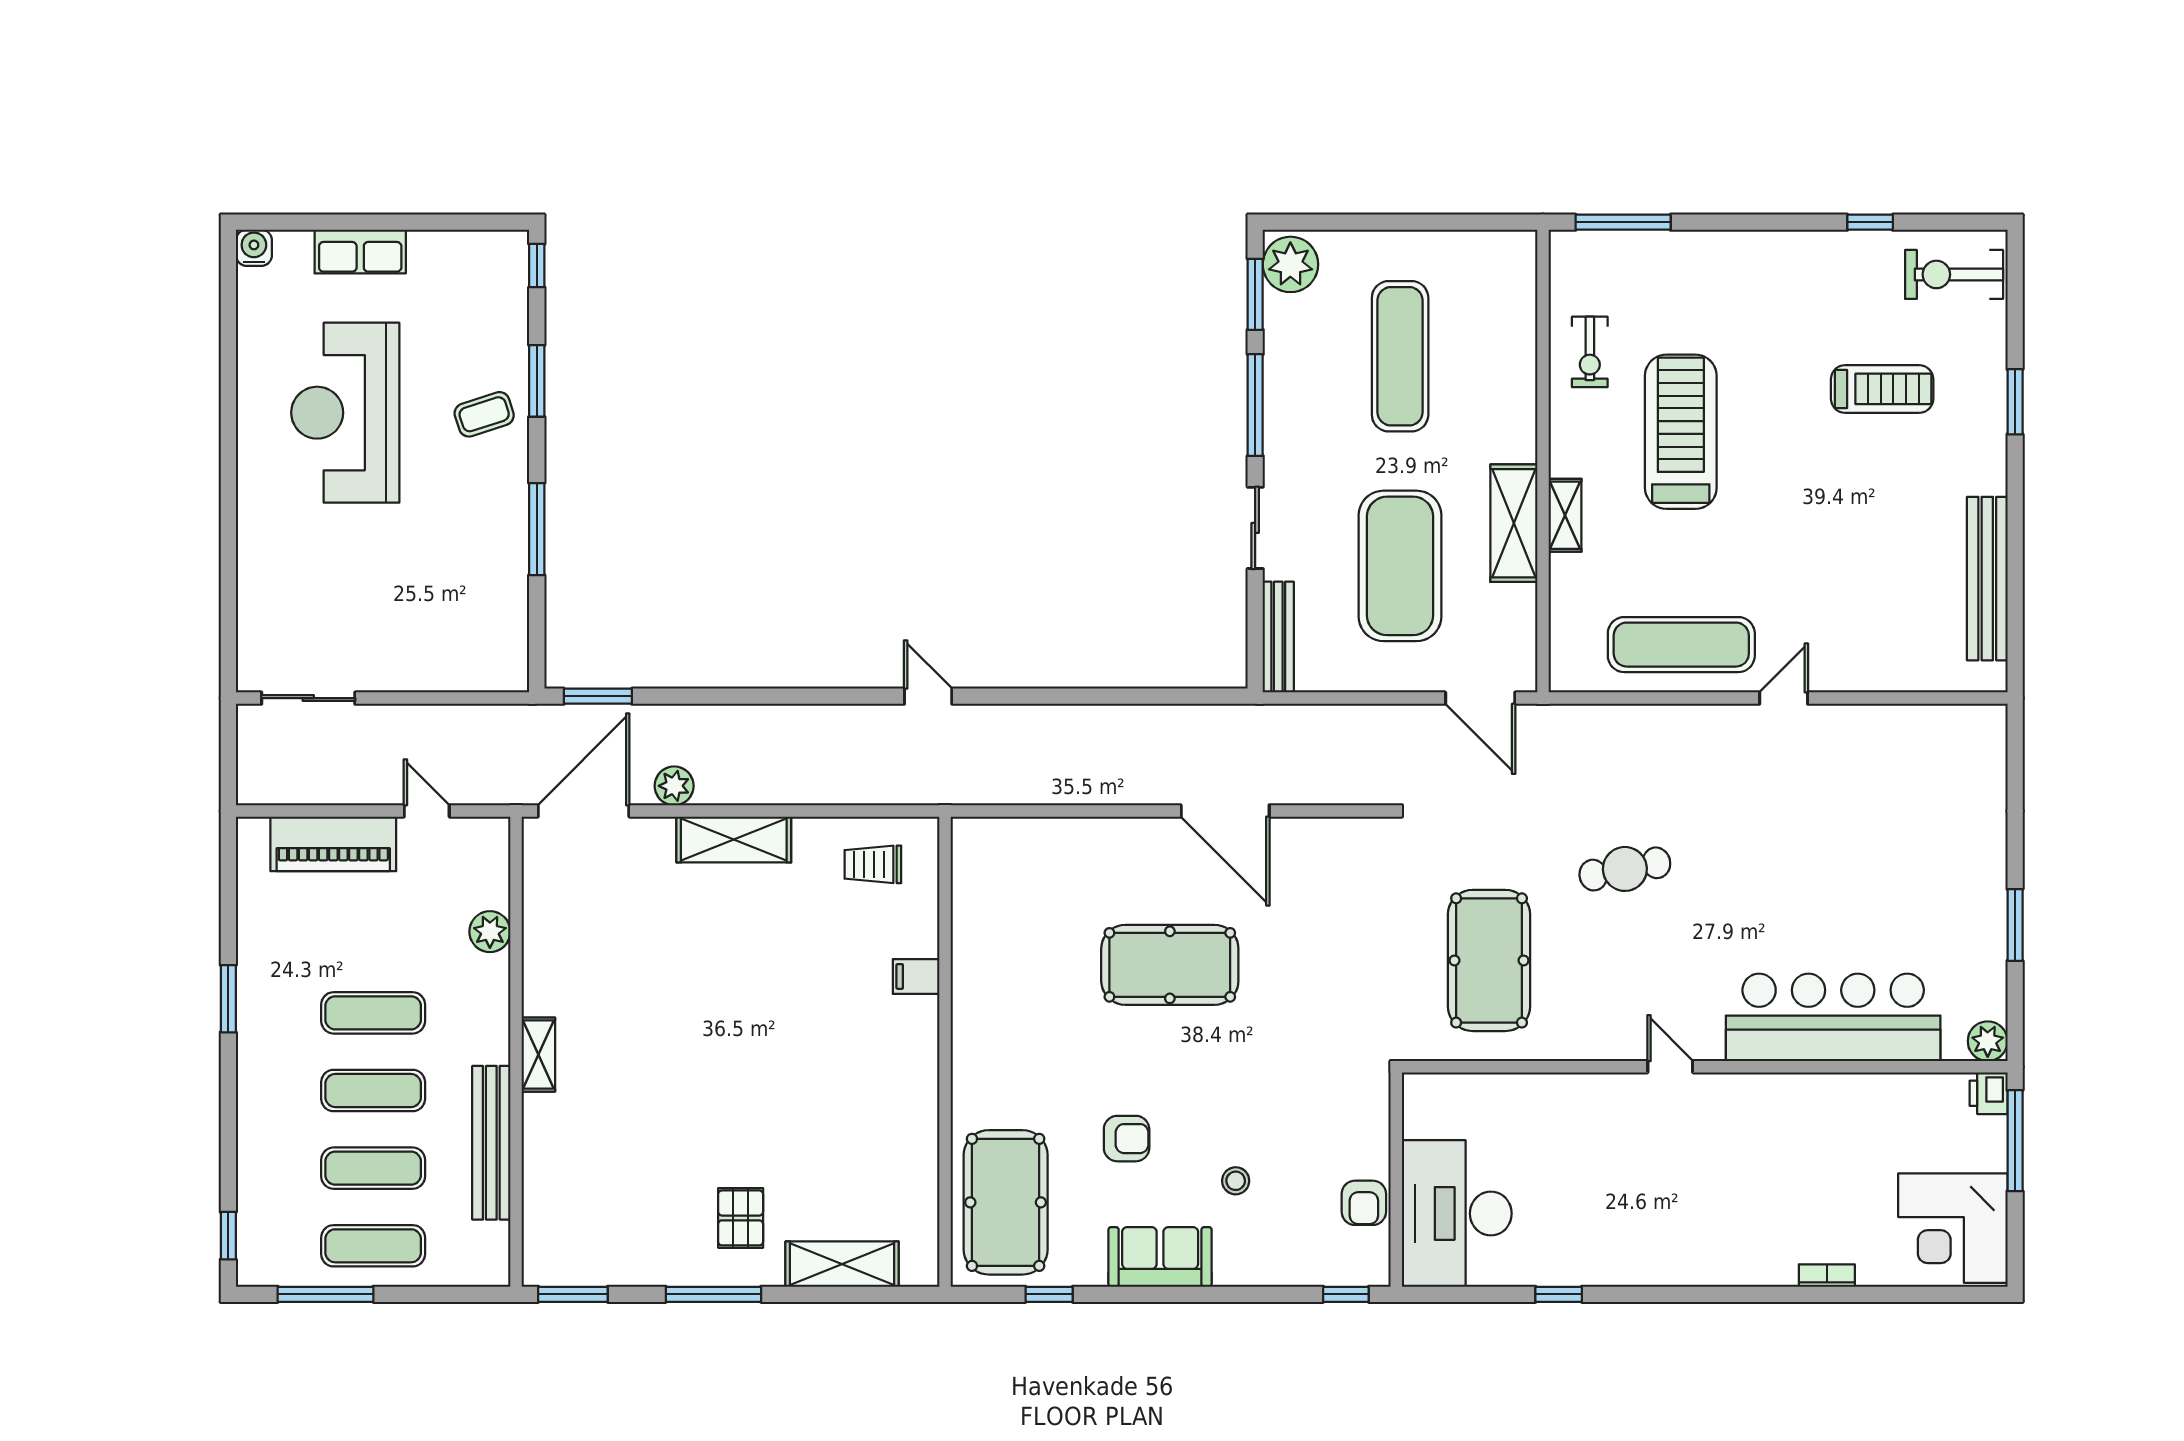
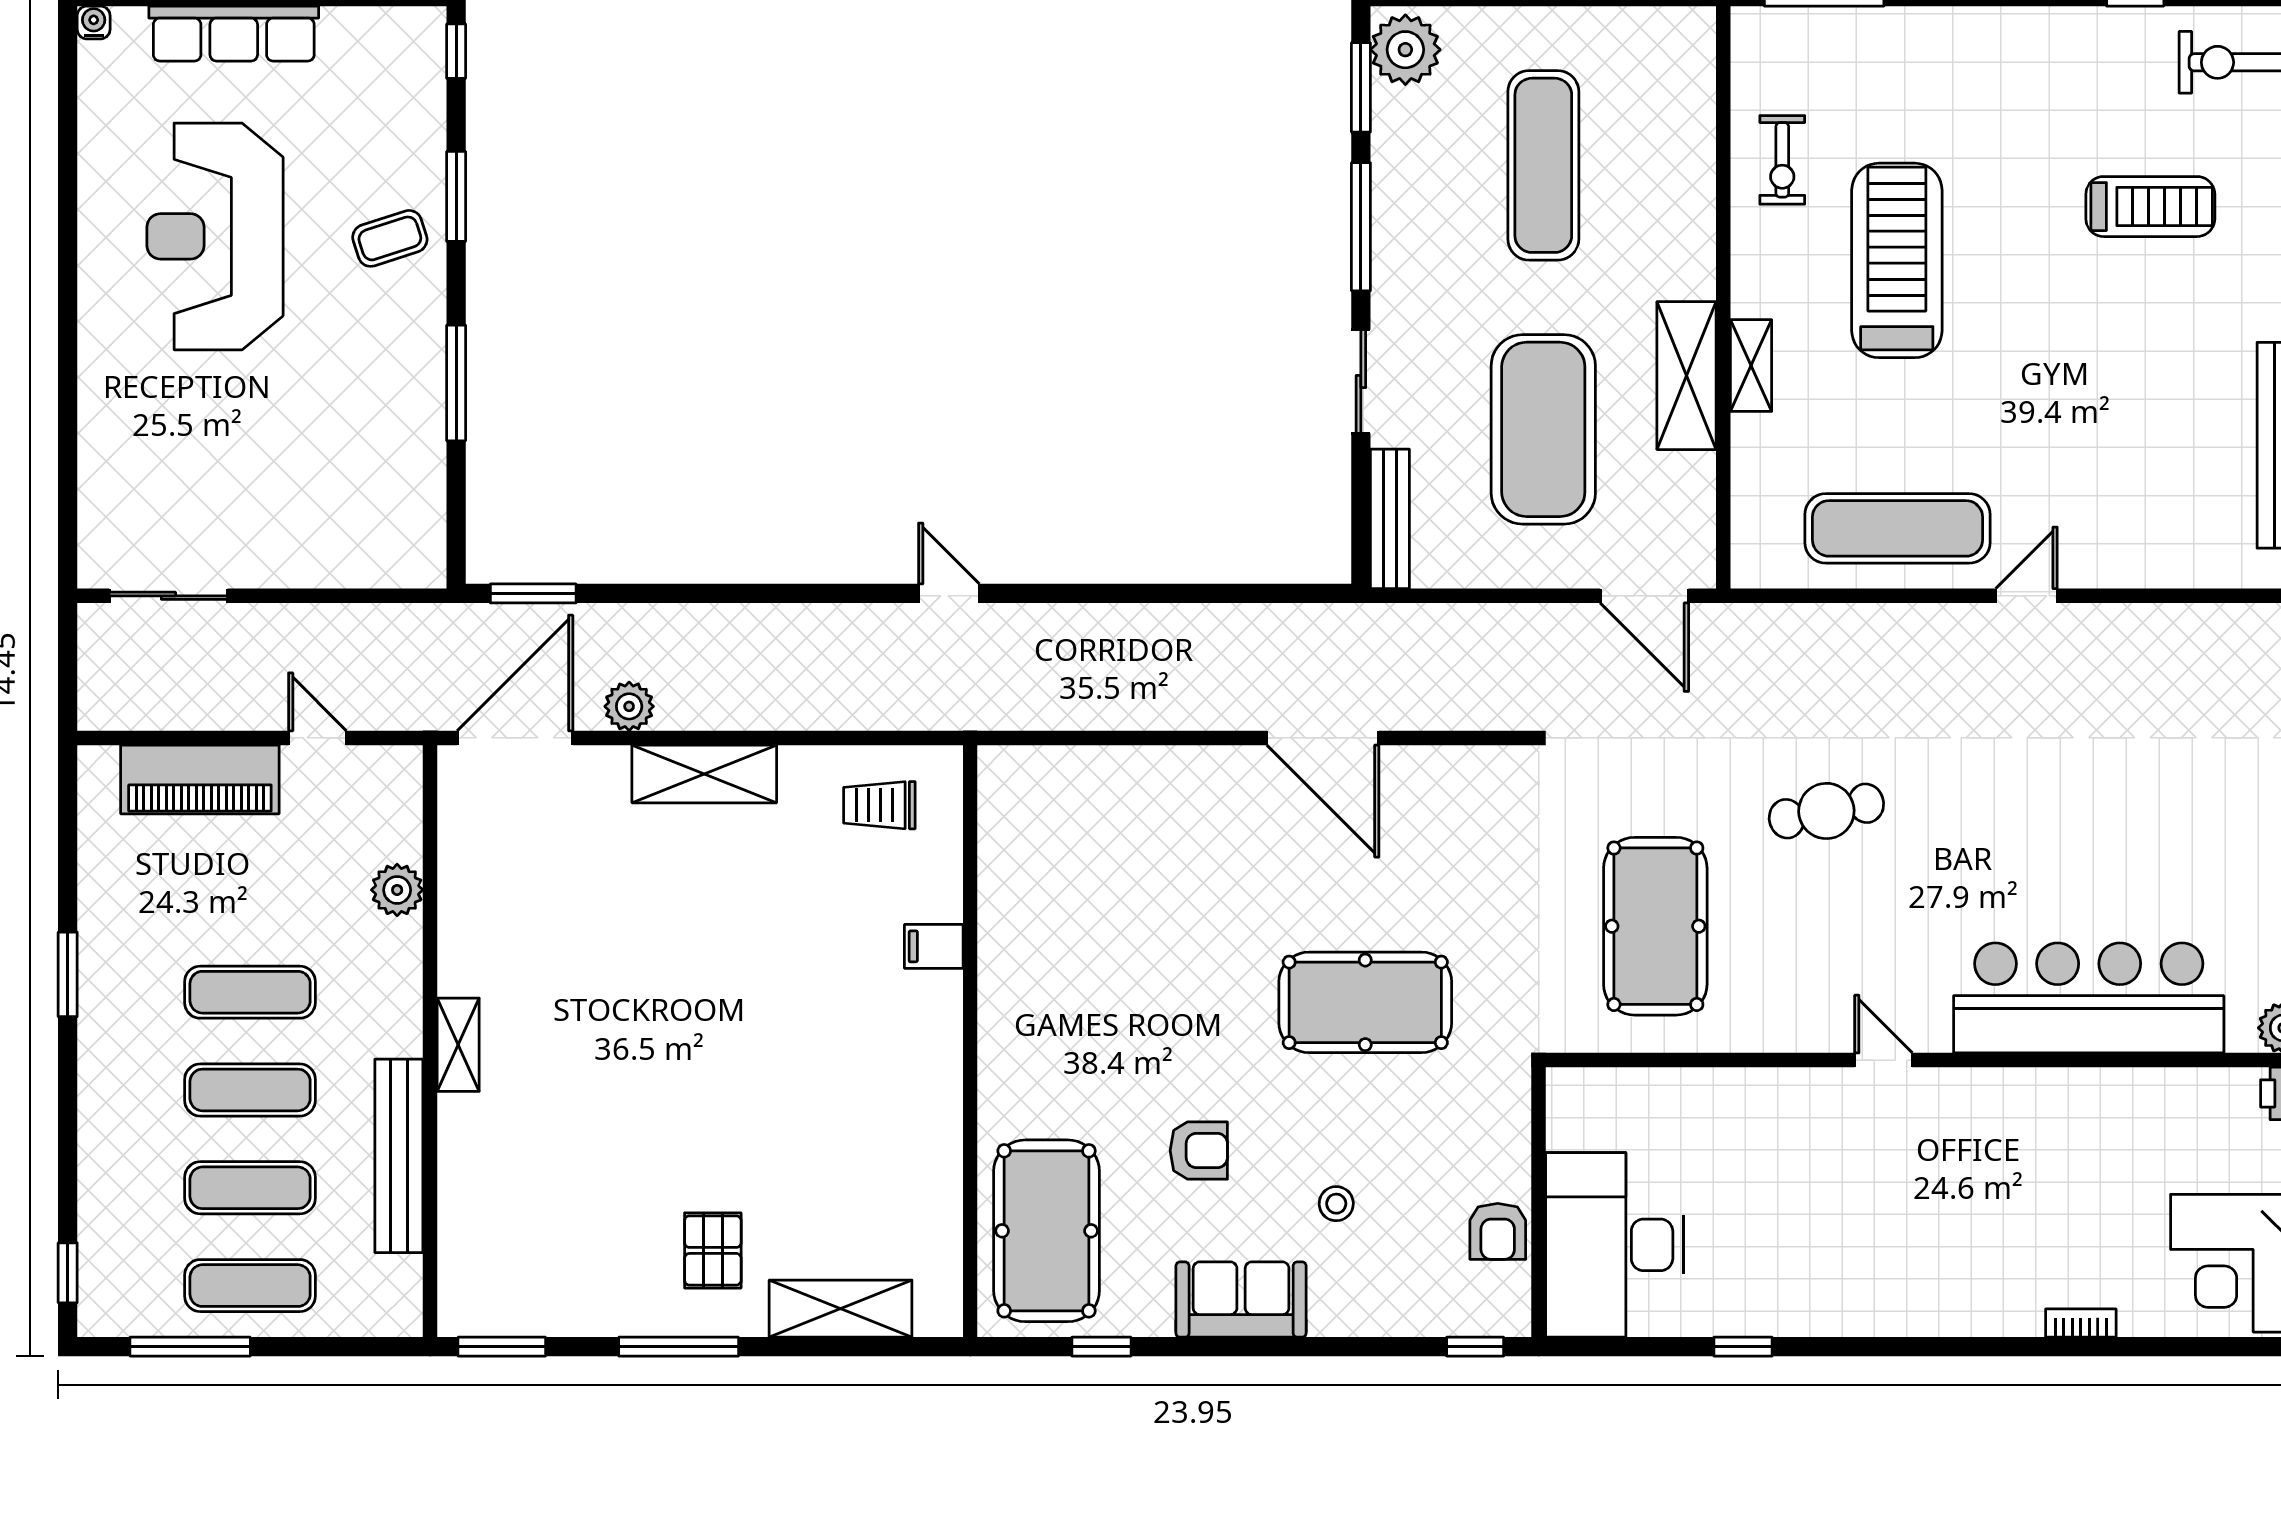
water cooler: (254, 248) -> (94, 22), width x0.72, depth x0.72
row of seats: (360, 252) -> (234, 34), width x1.48
pool table: (1170, 965) -> (1365, 1002), moved

